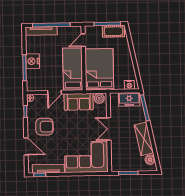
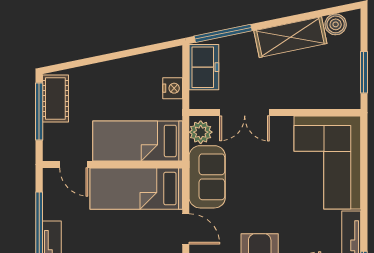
bed: (99, 69) -> (138, 141), width x0.67
nightstand: (129, 85) -> (173, 88), moved
double door: (109, 129) -> (245, 113), moved

